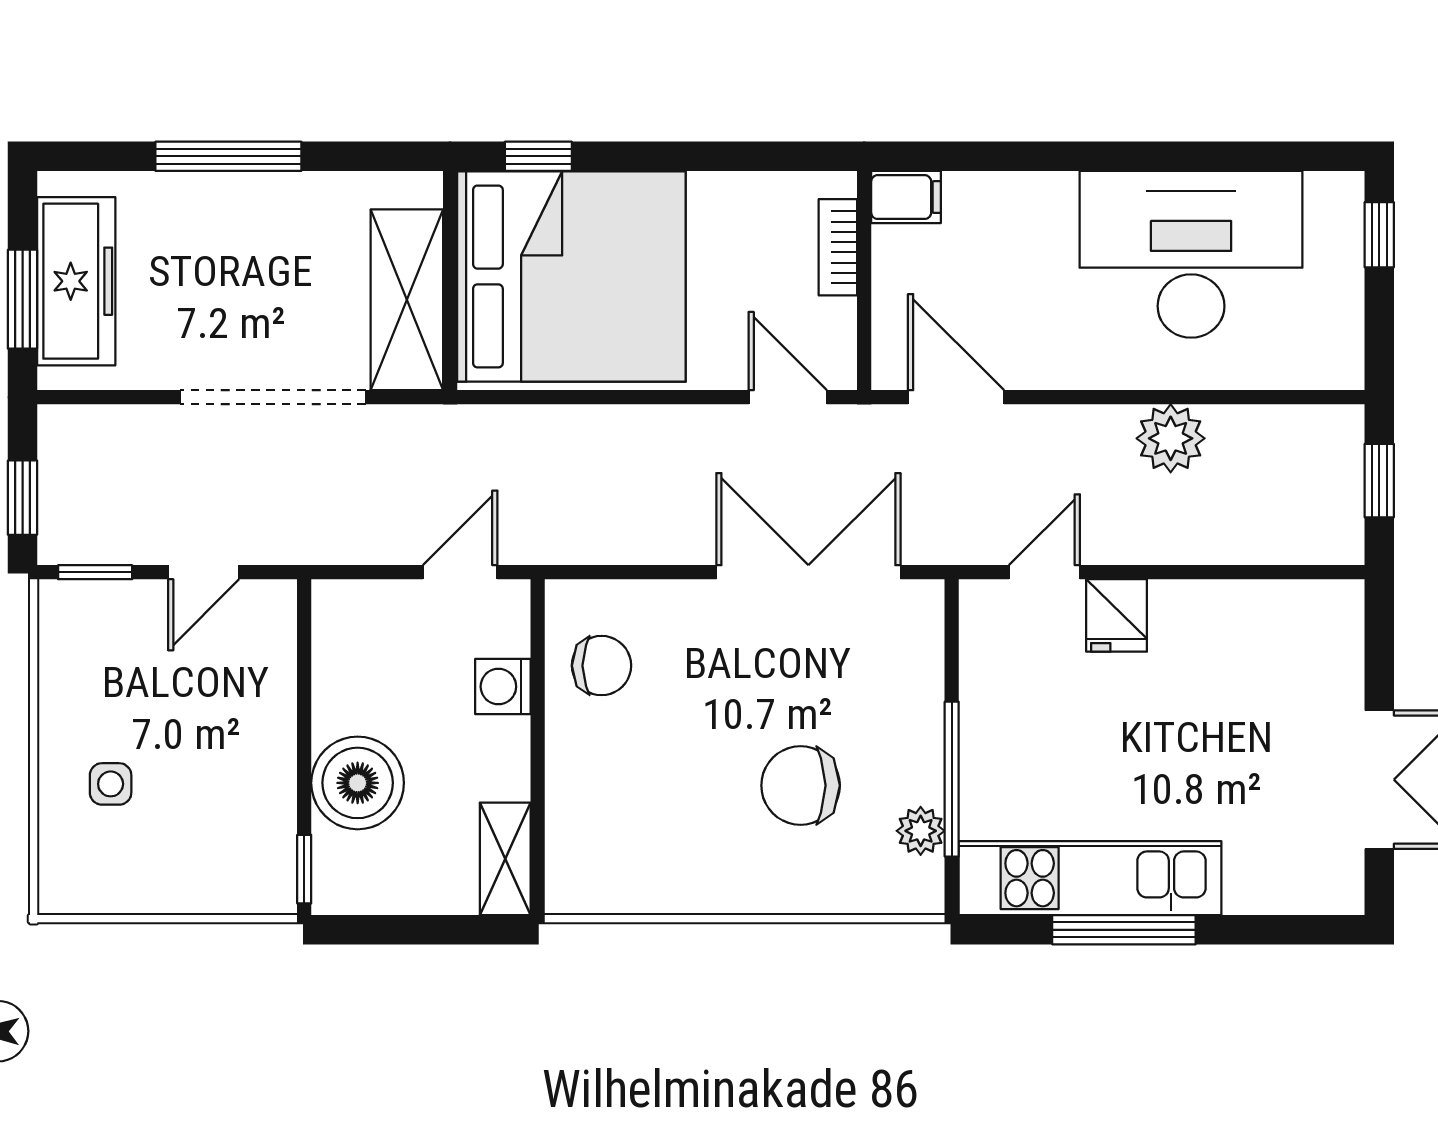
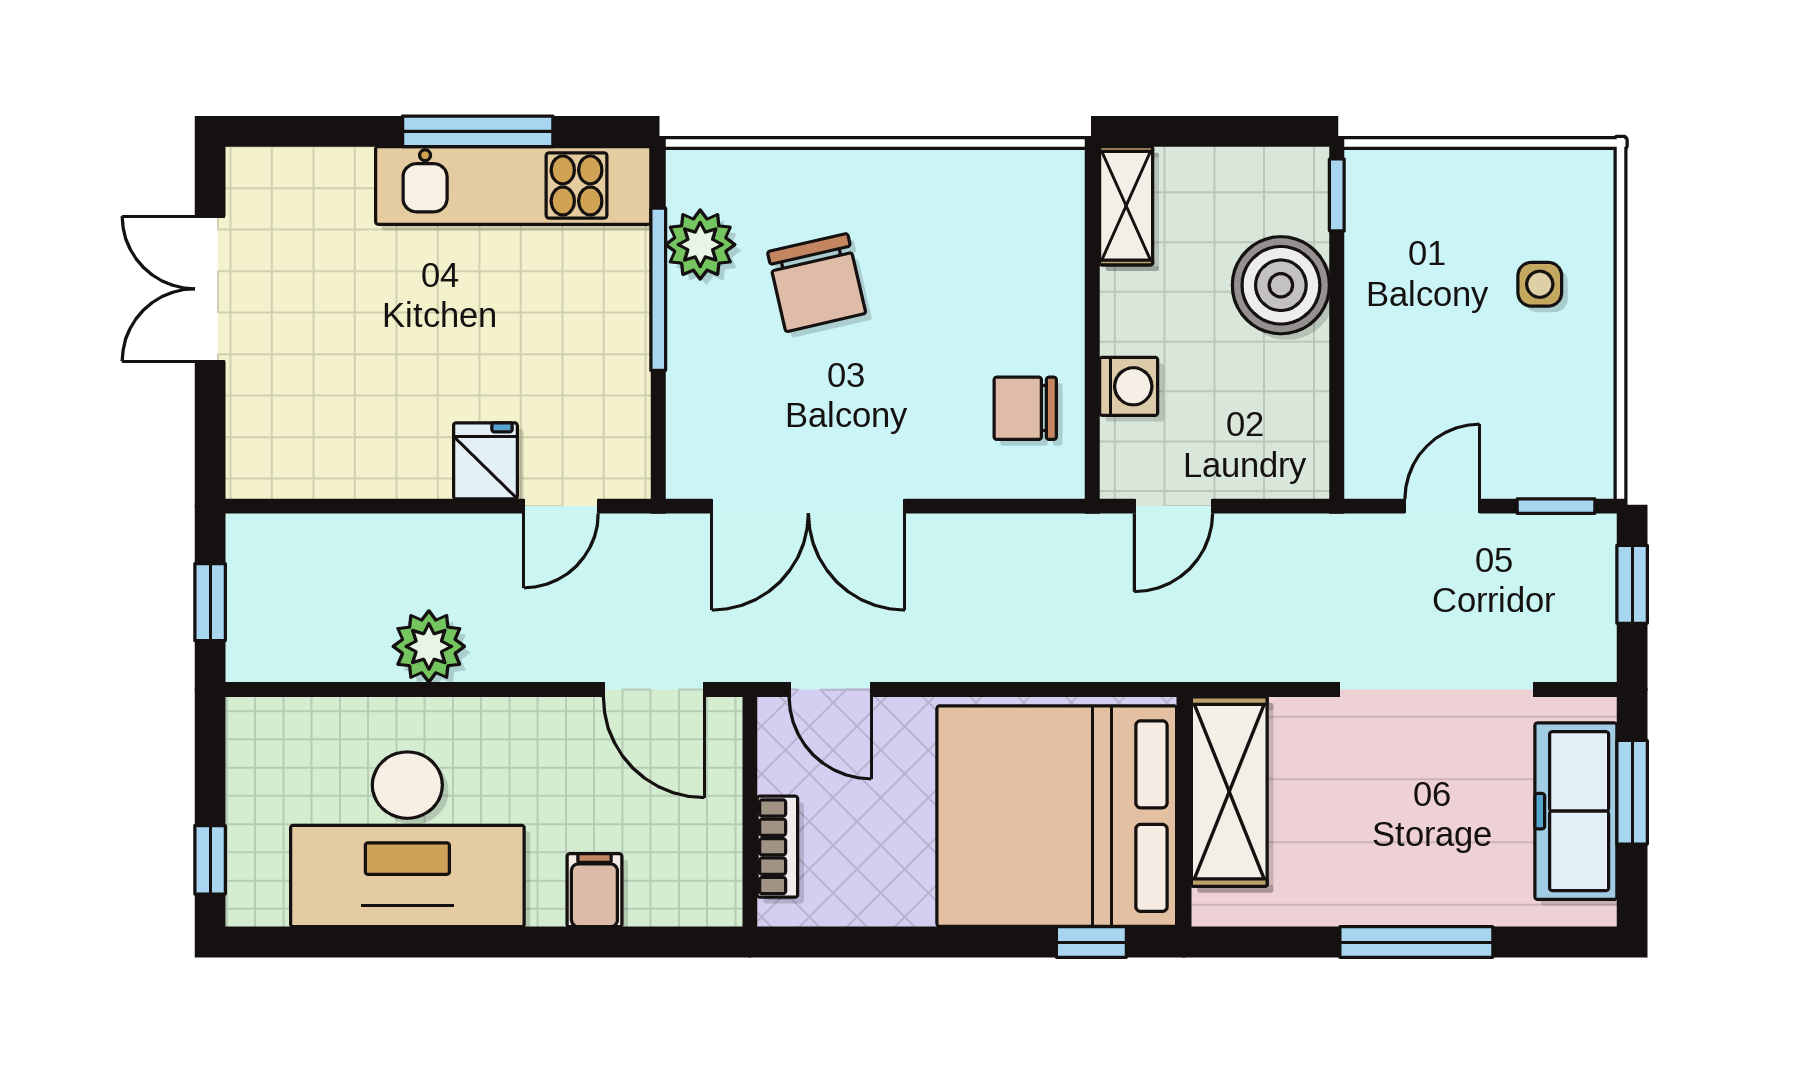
filing cabinet: (906, 197) -> (594, 890), moved, turned 90
doorway: (273, 397) -> (1437, 690), moved
chair: (801, 785) -> (817, 283), turned 77
plant: (921, 831) -> (700, 245), width x1.38, depth x1.38

